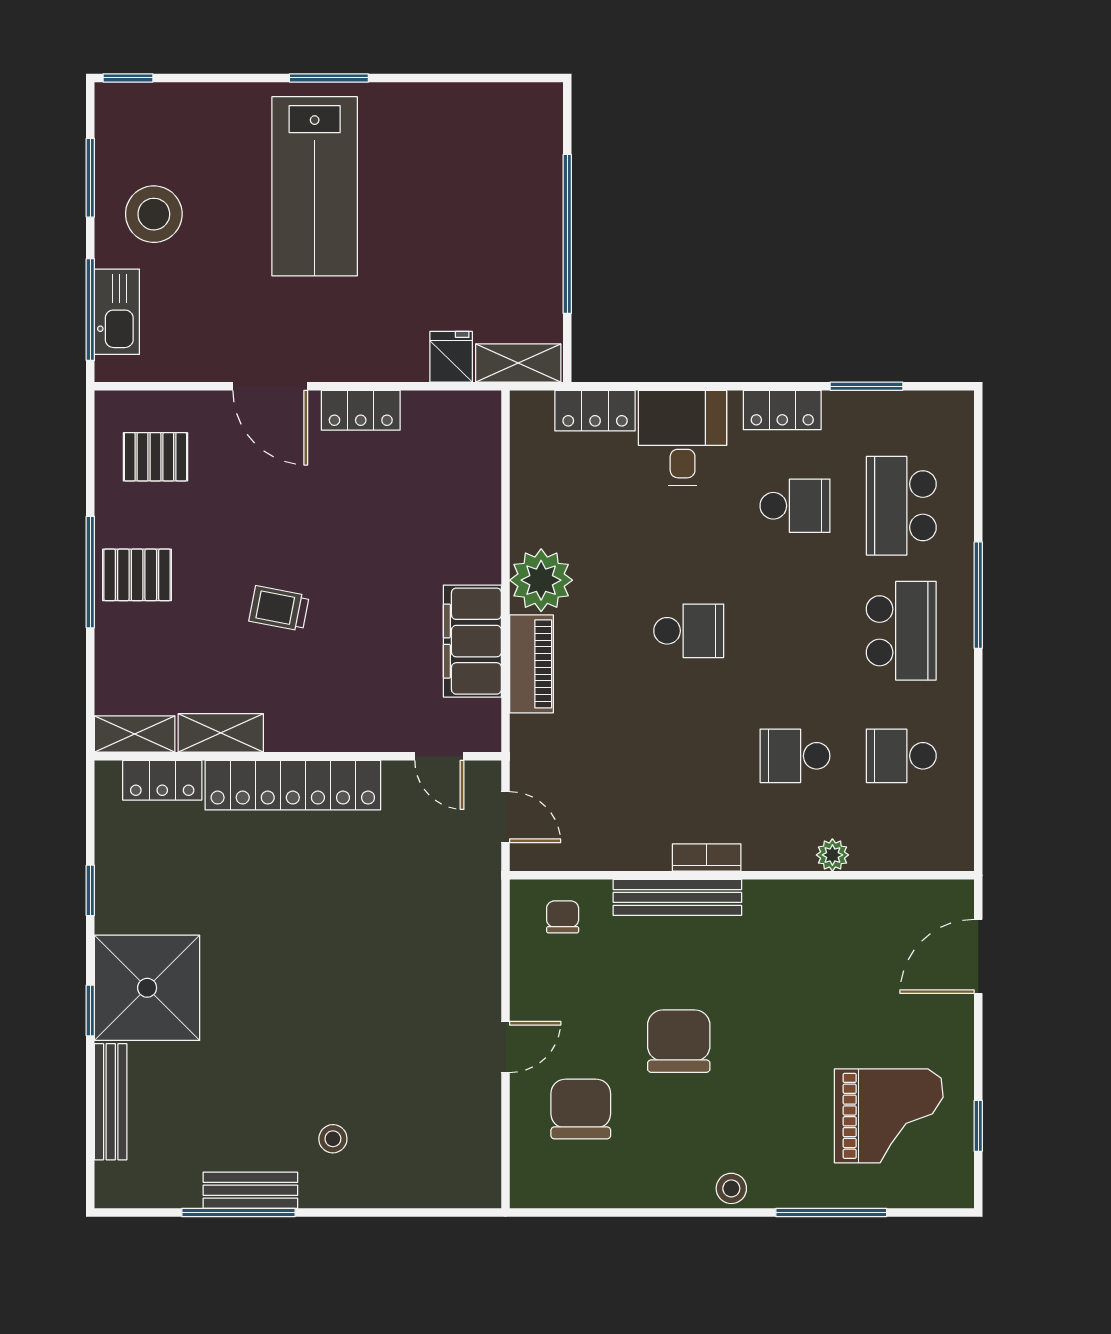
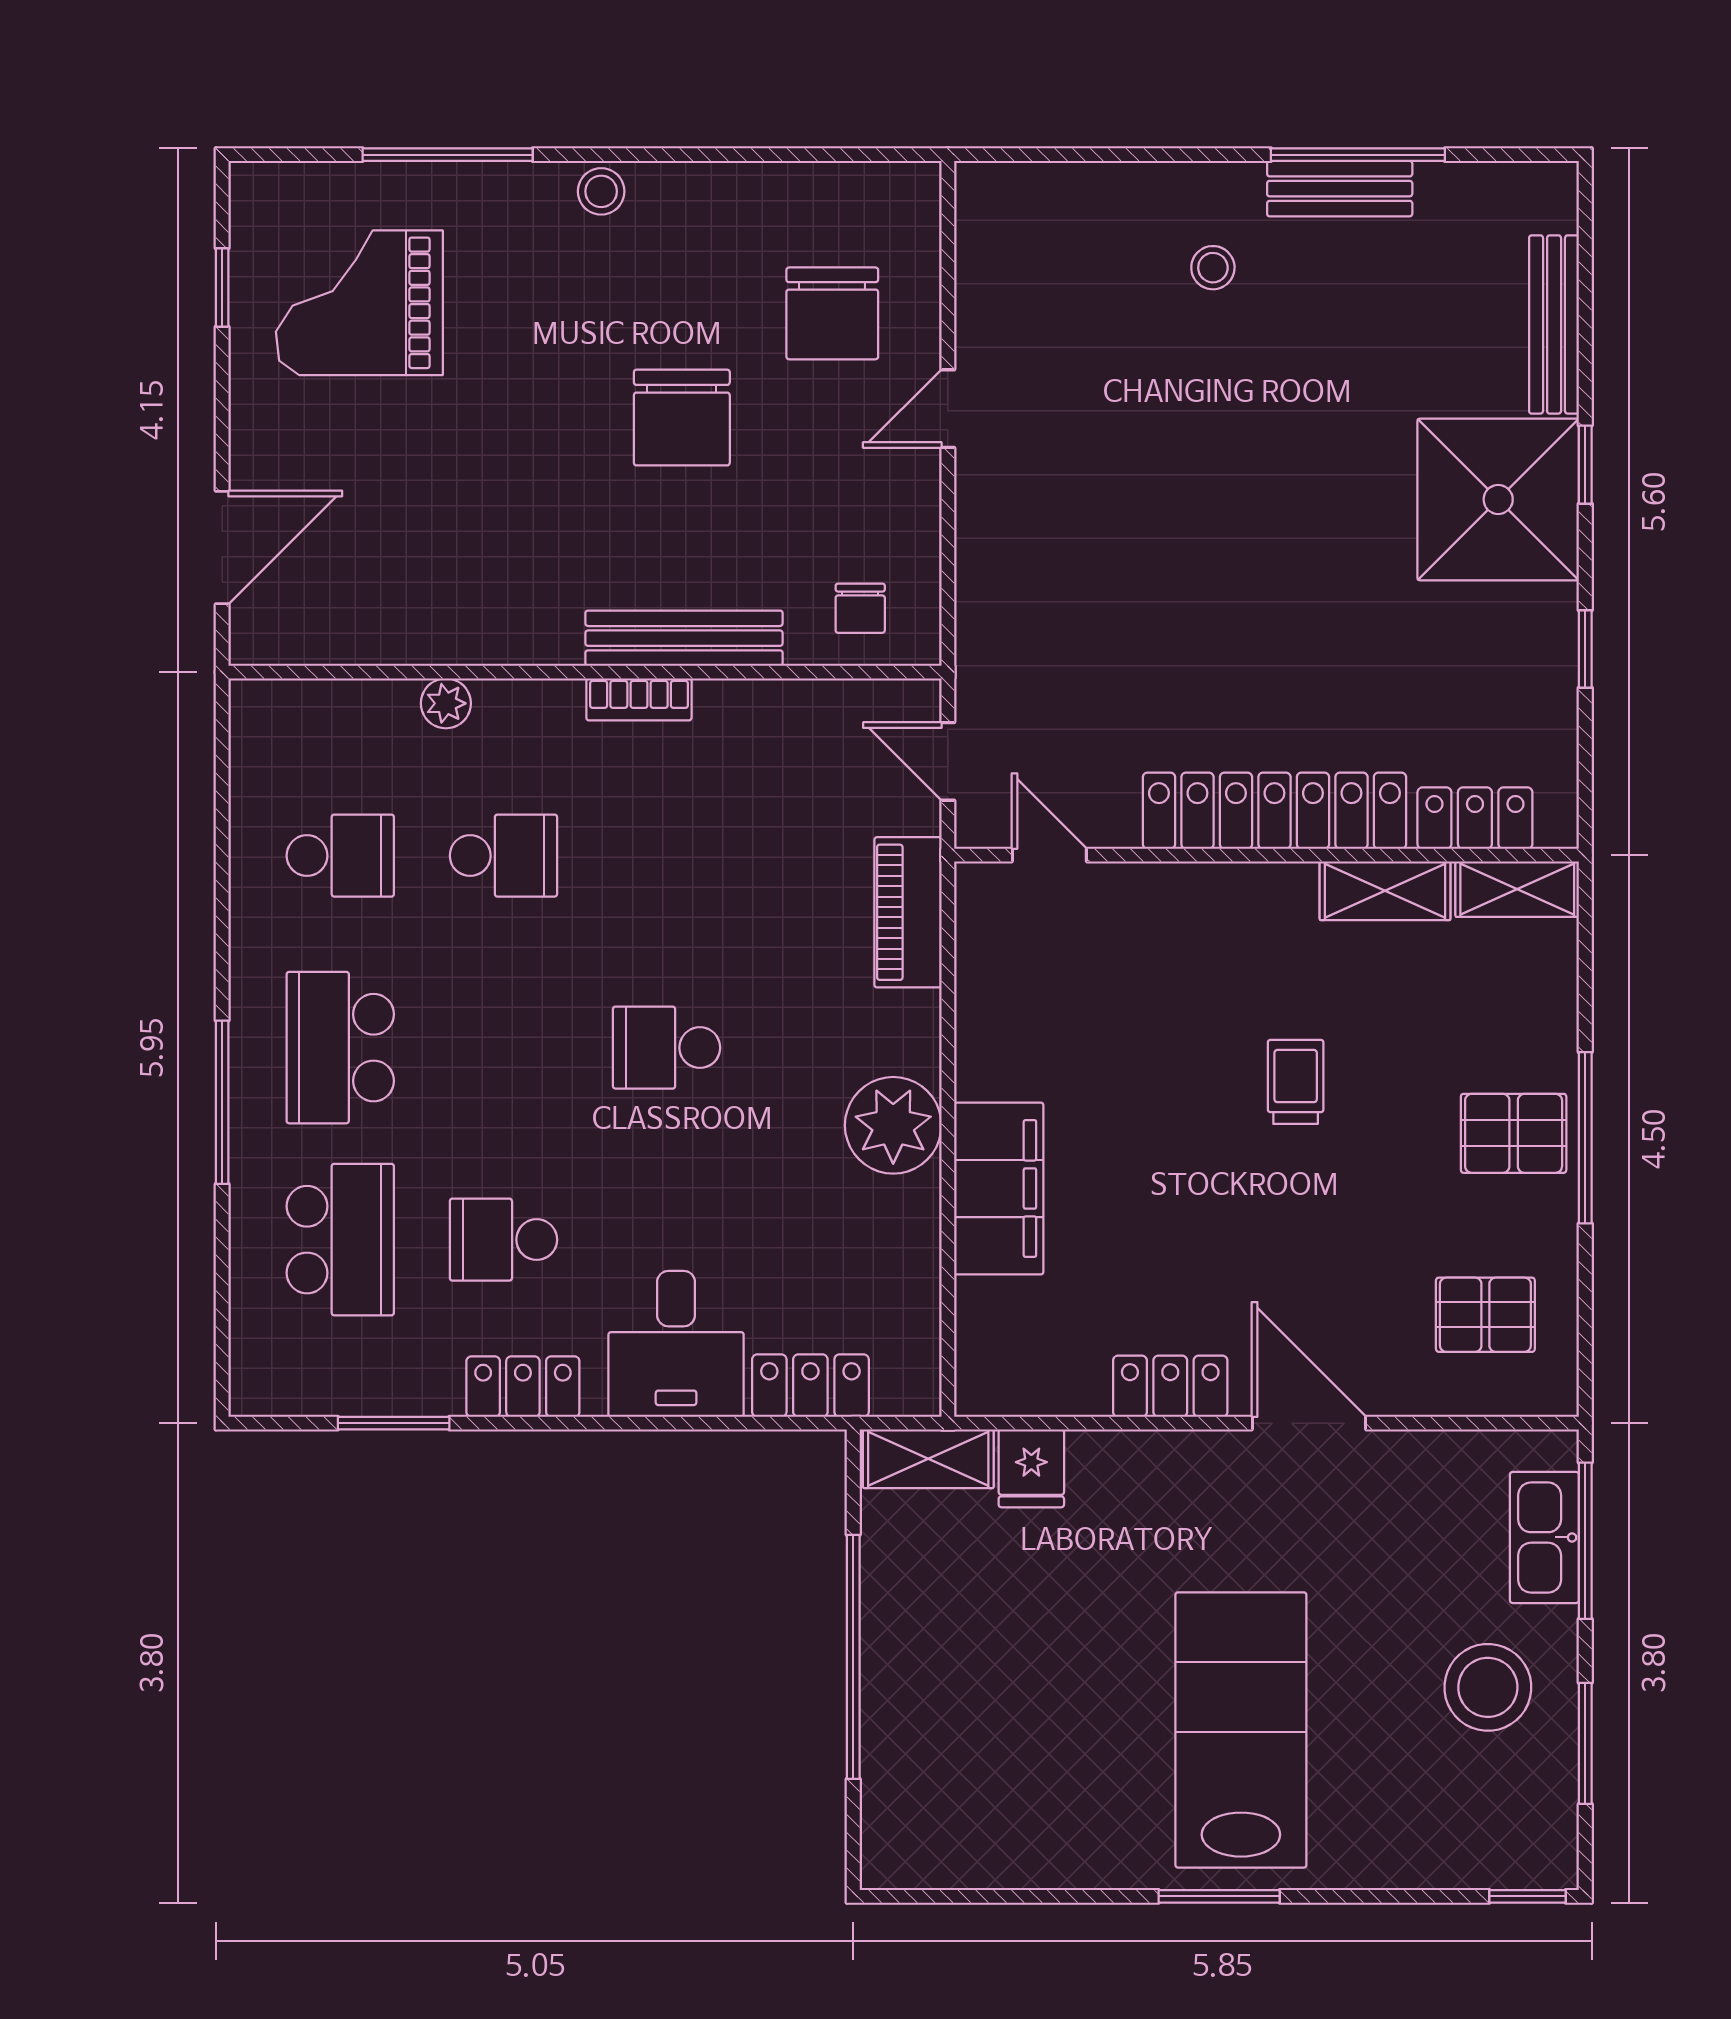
trolley: (279, 608) -> (1296, 1082), turned -101
filing cabinet: (472, 641) -> (999, 1188), moved
piano: (531, 664) -> (908, 912), moved

